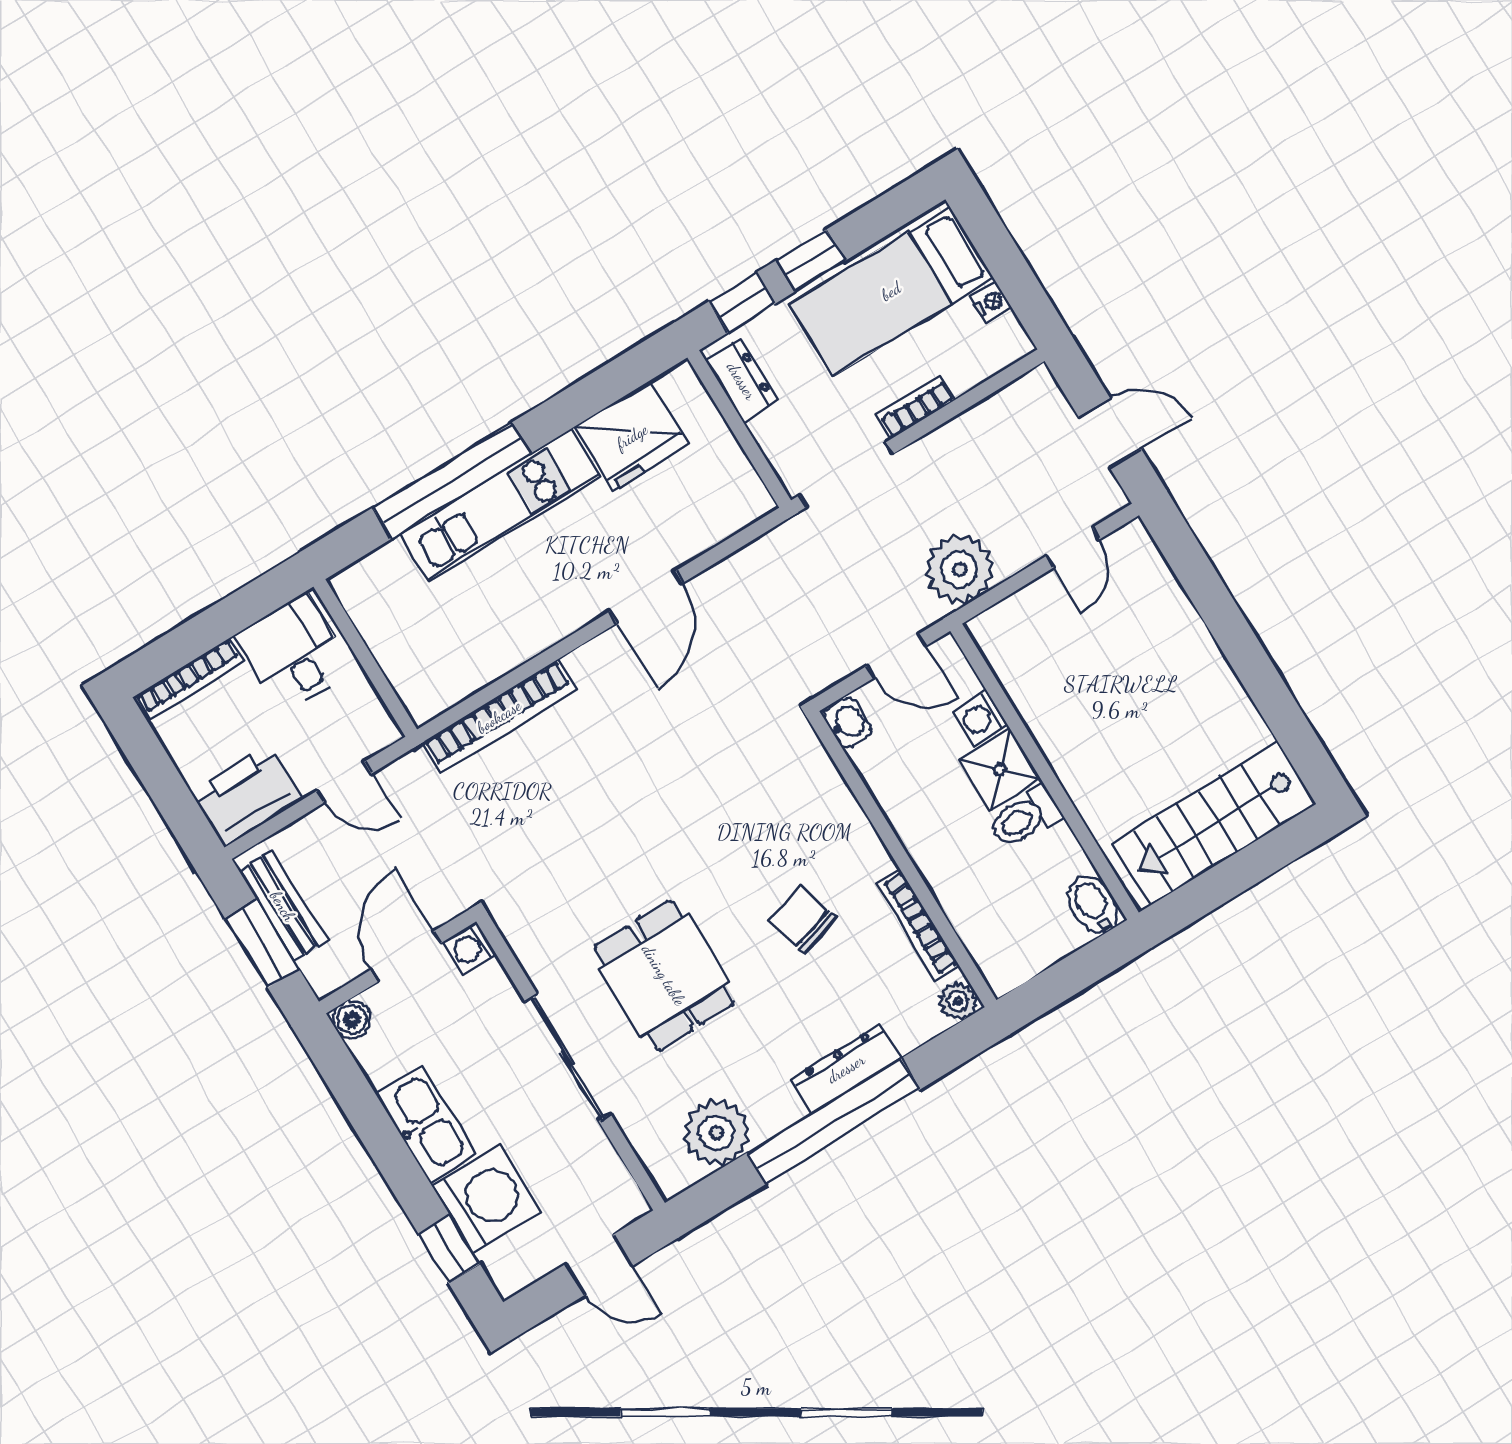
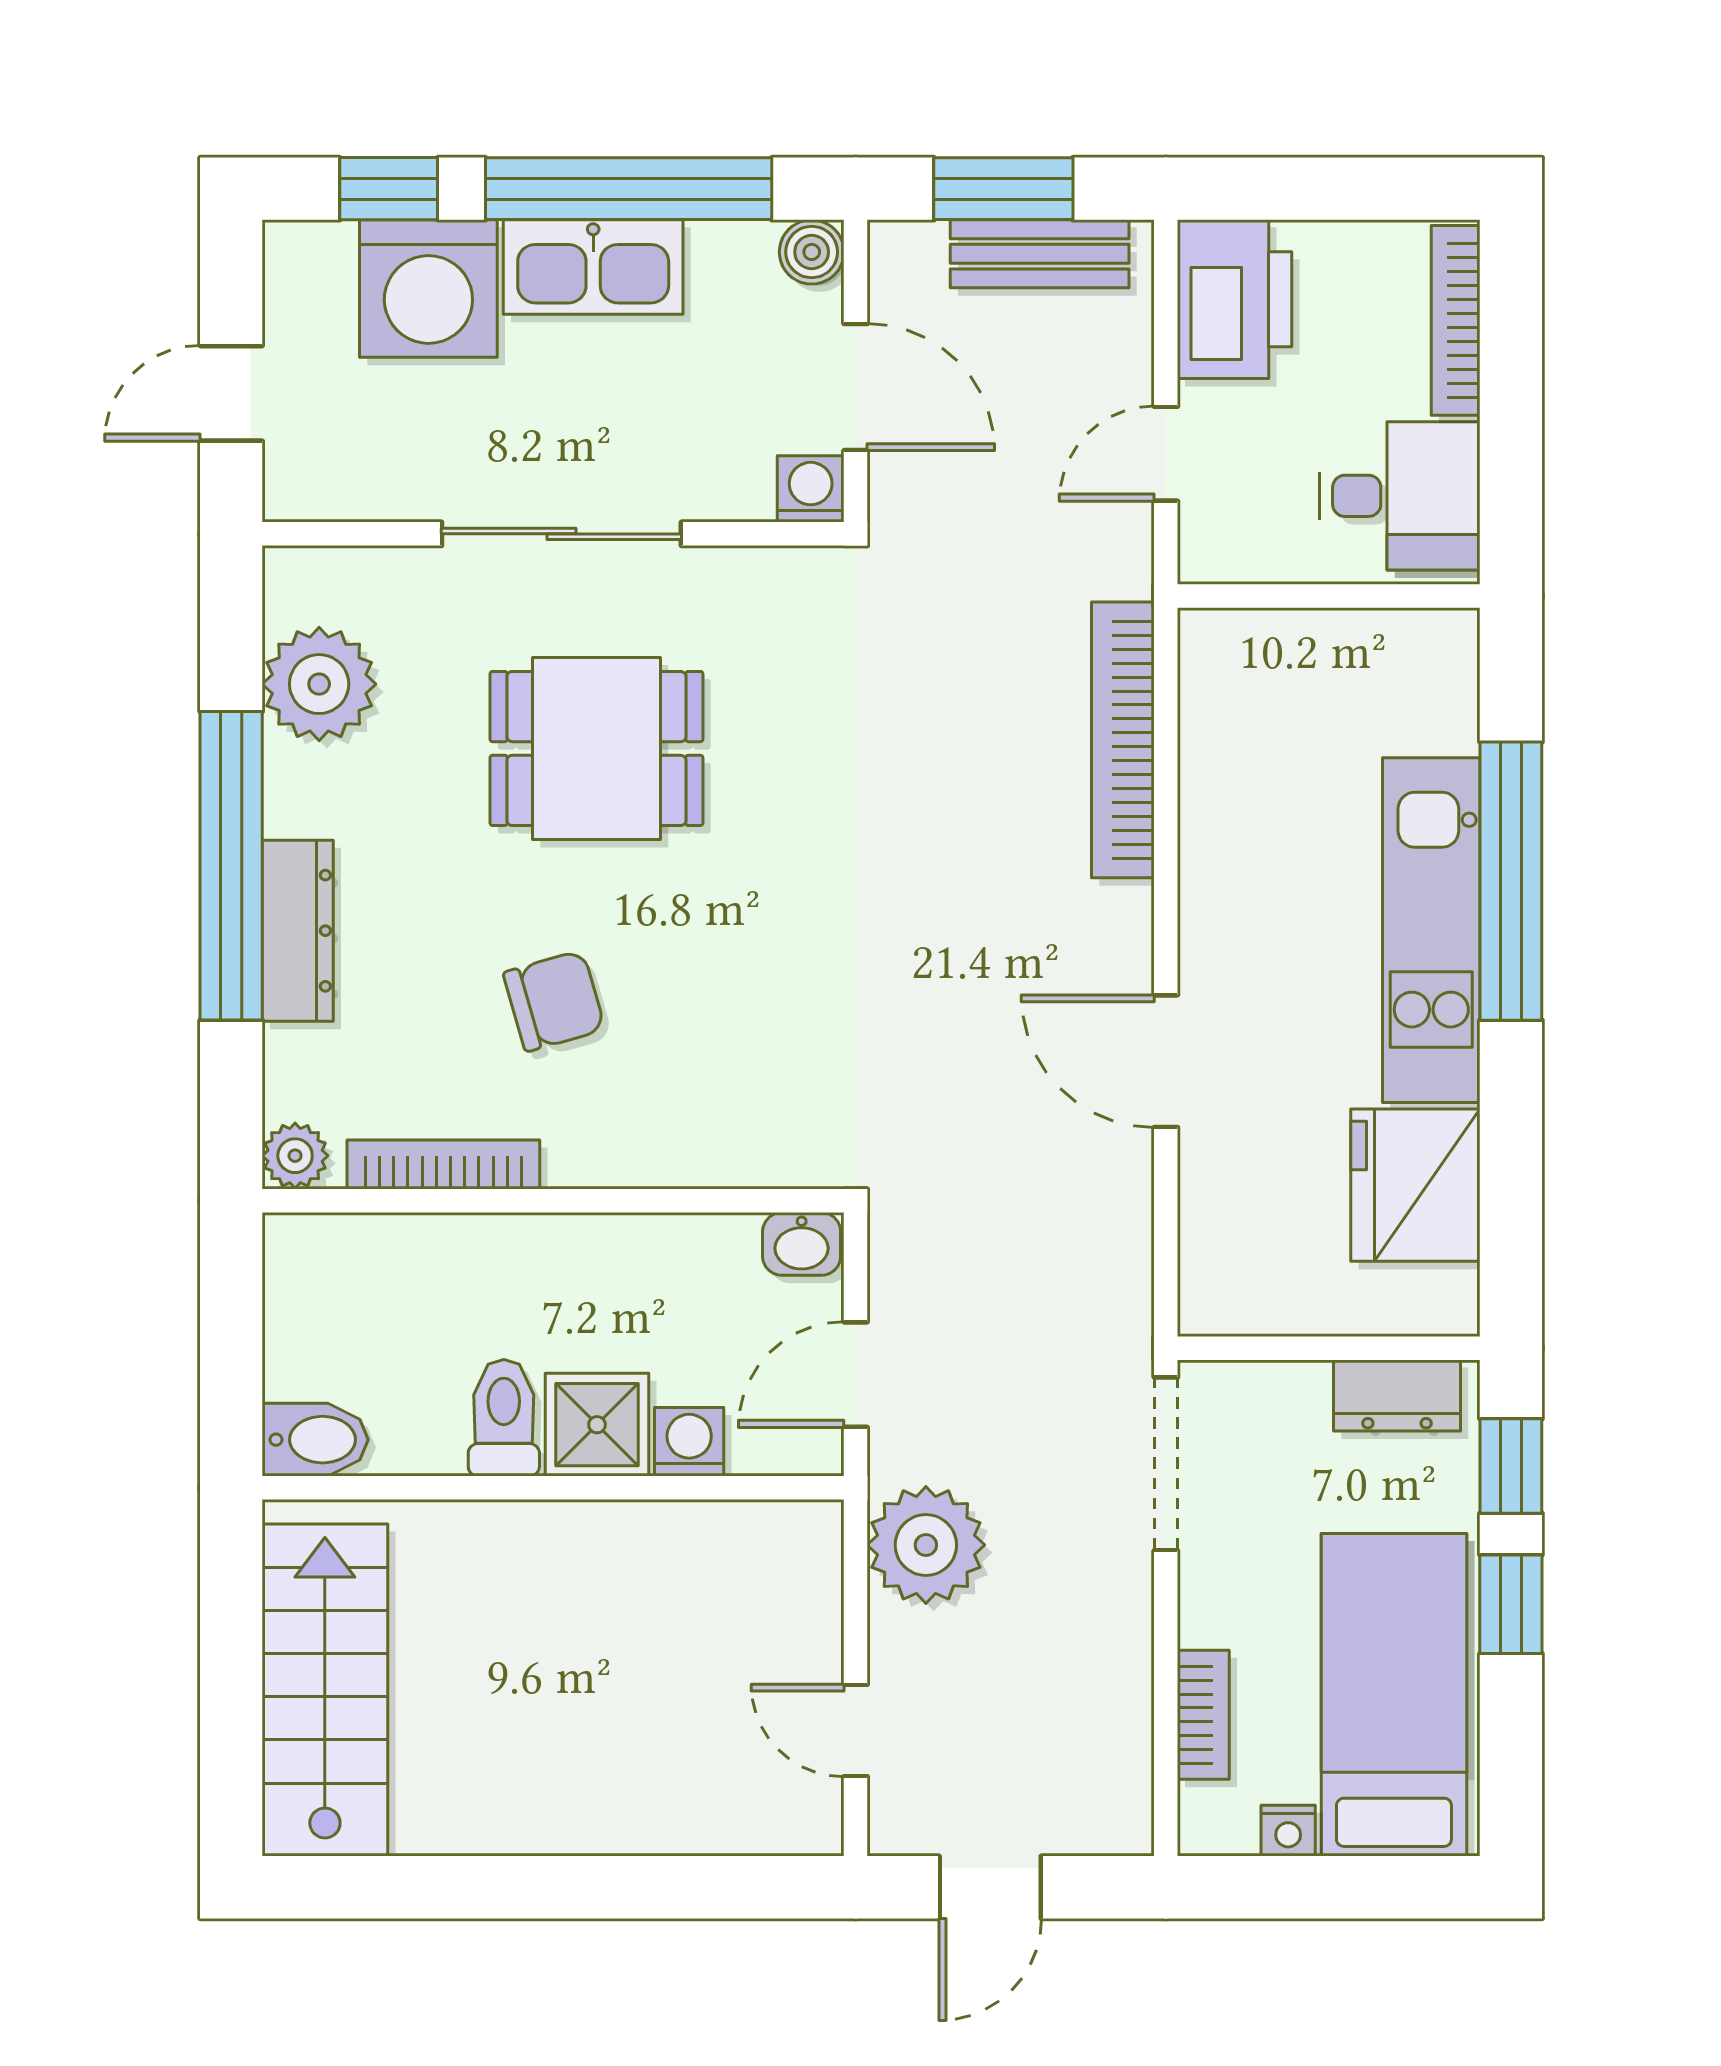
bookcase: (916, 407) -> (1203, 1715), moved
window: (376, 1130) -> (629, 189), added

